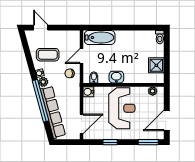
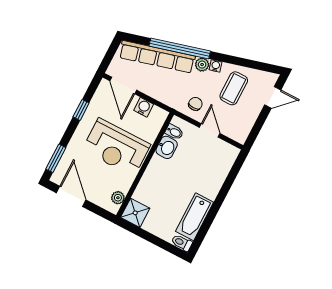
bathtub: (100, 38) -> (195, 217), moved
shower: (156, 65) -> (135, 213), moved
washbasin: (116, 77) -> (167, 147), moved
water cooler: (88, 92) -> (144, 107), moved

